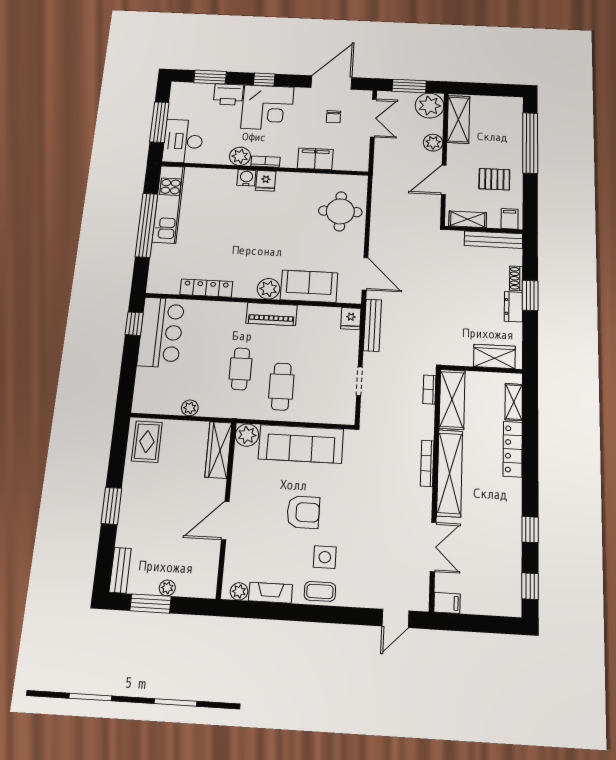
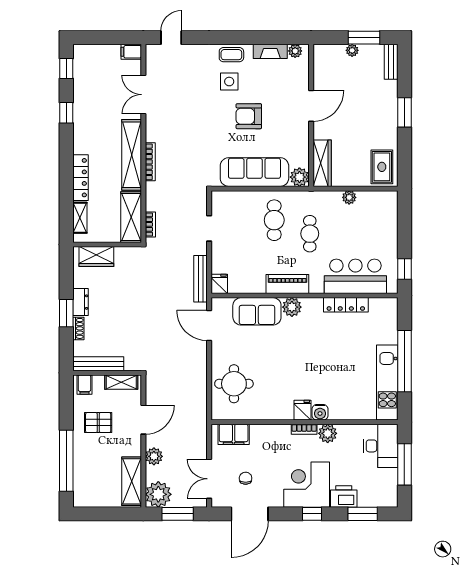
filing cabinet: (315, 159) -> (234, 434), moved
bar counter: (161, 332) -> (355, 276), moved, turned 90

